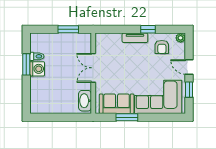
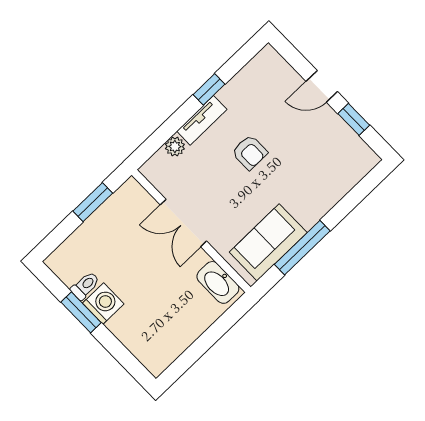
plant: (181, 38) -> (175, 147), moved
armchair: (162, 47) -> (250, 152), moved
corner sofa: (158, 97) -> (319, 174), removed
window: (127, 117) -> (302, 248), width x1.44

